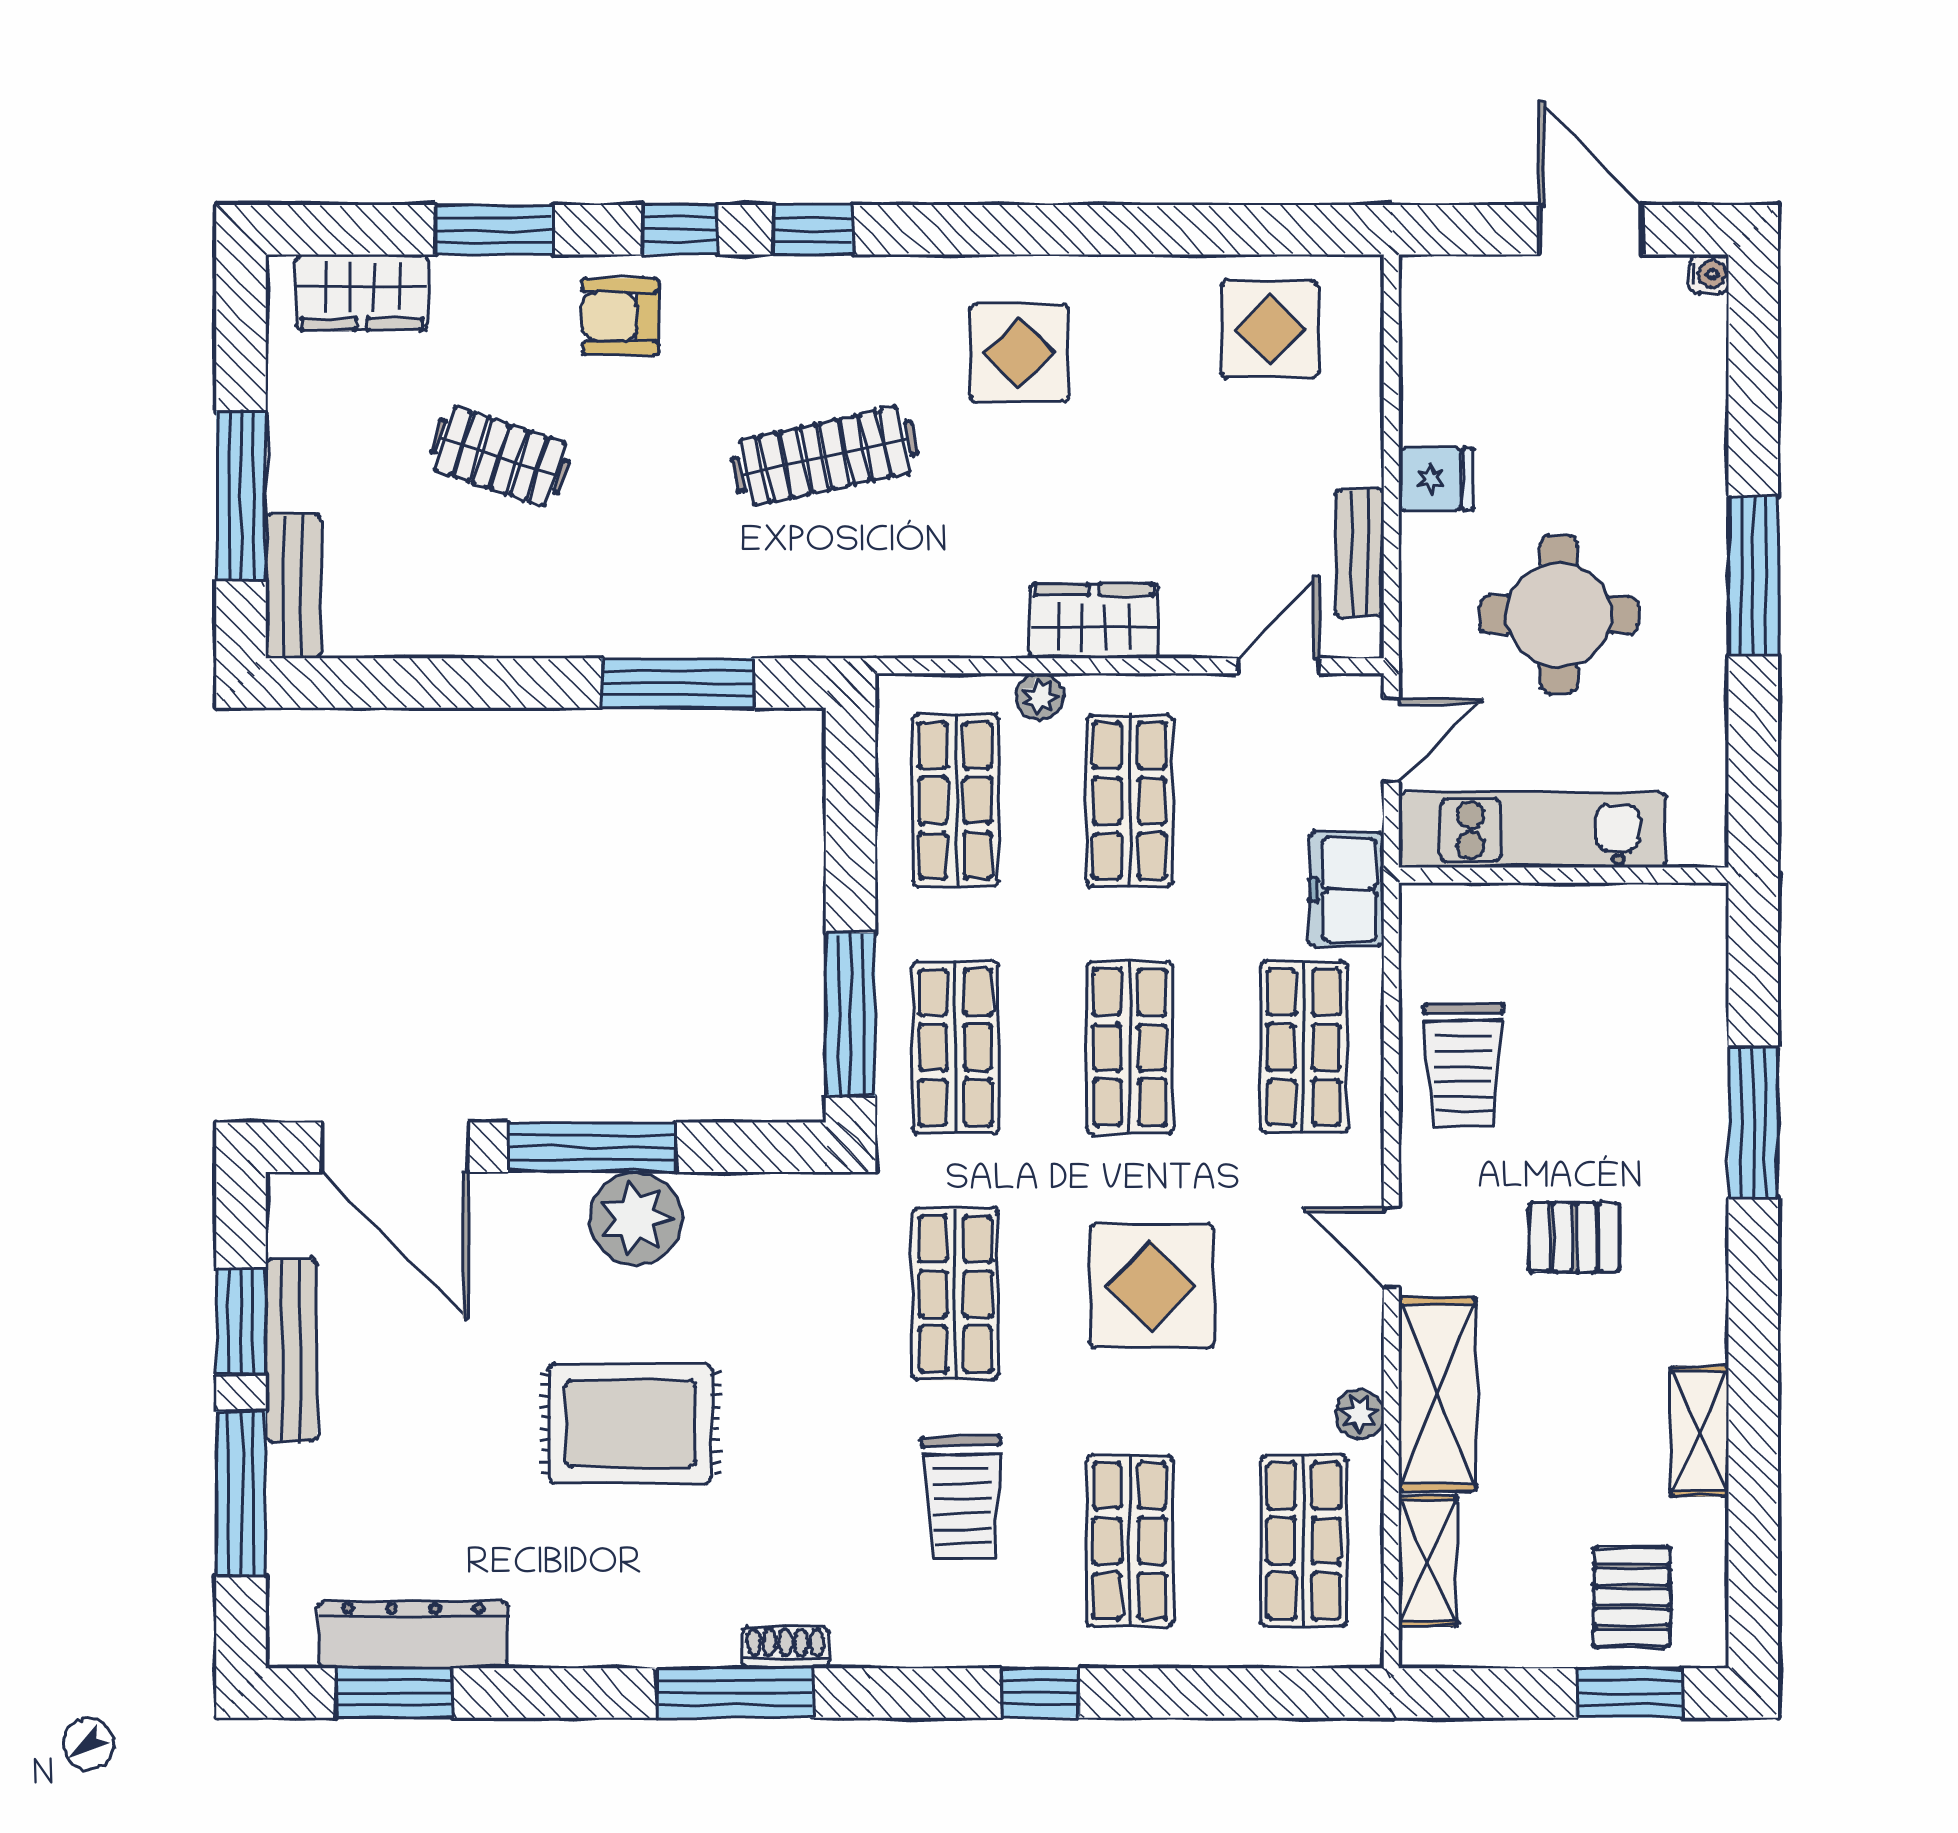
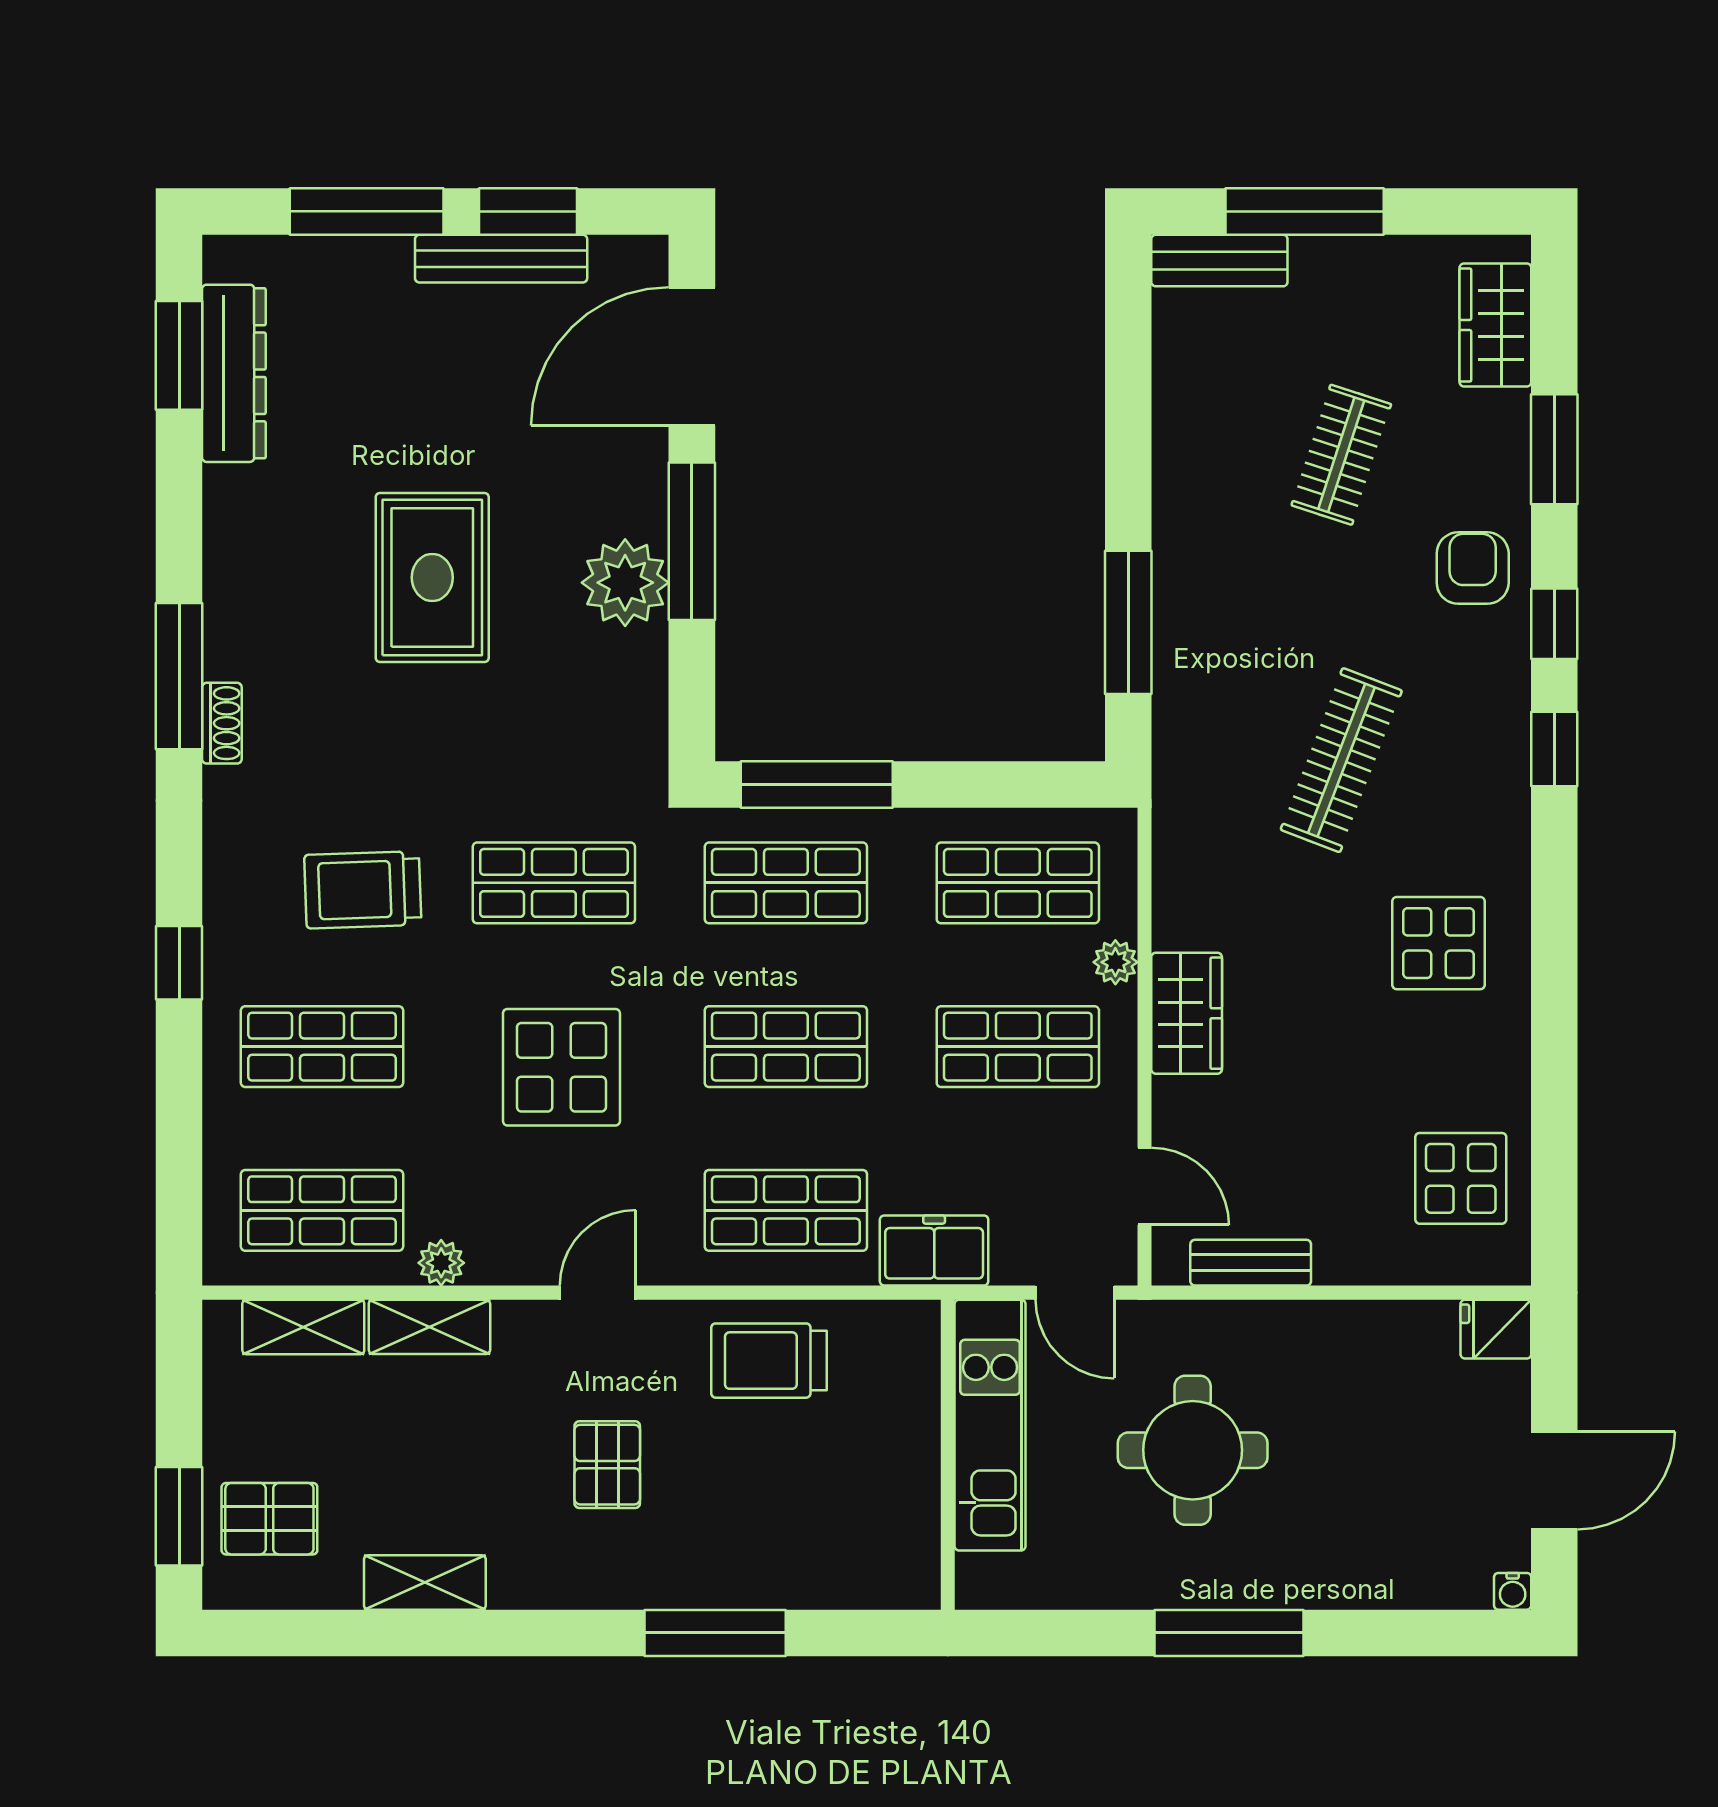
clothes rail: (825, 456) -> (1341, 760), turned 33
fridge: (1436, 479) -> (1496, 1329), moved, turned 90
shelving: (1437, 1394) -> (429, 1327), width x0.67, depth x0.75

